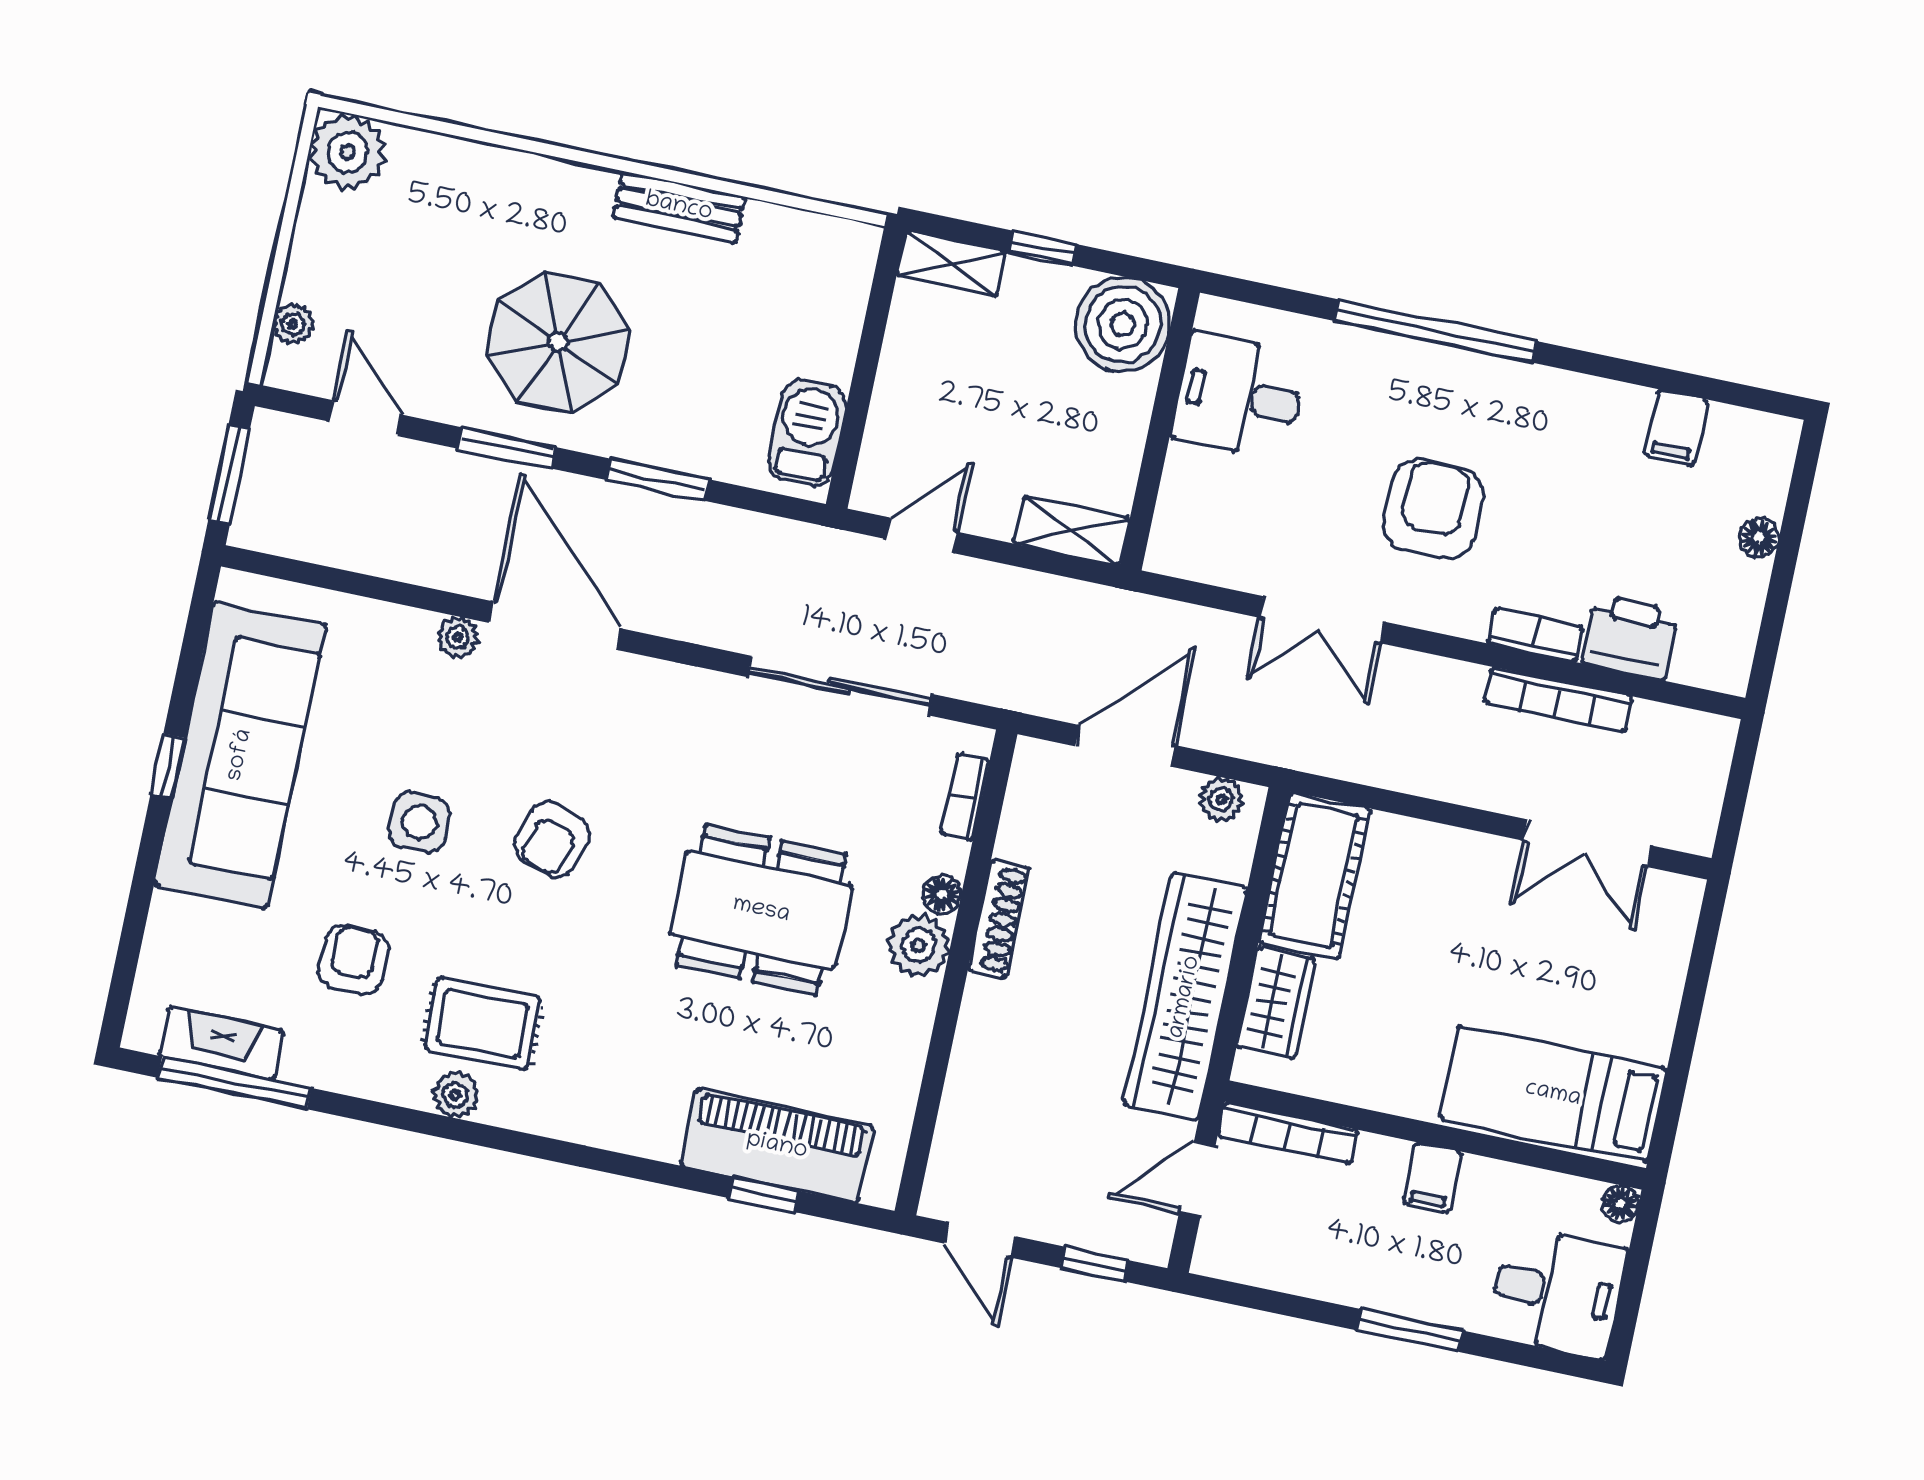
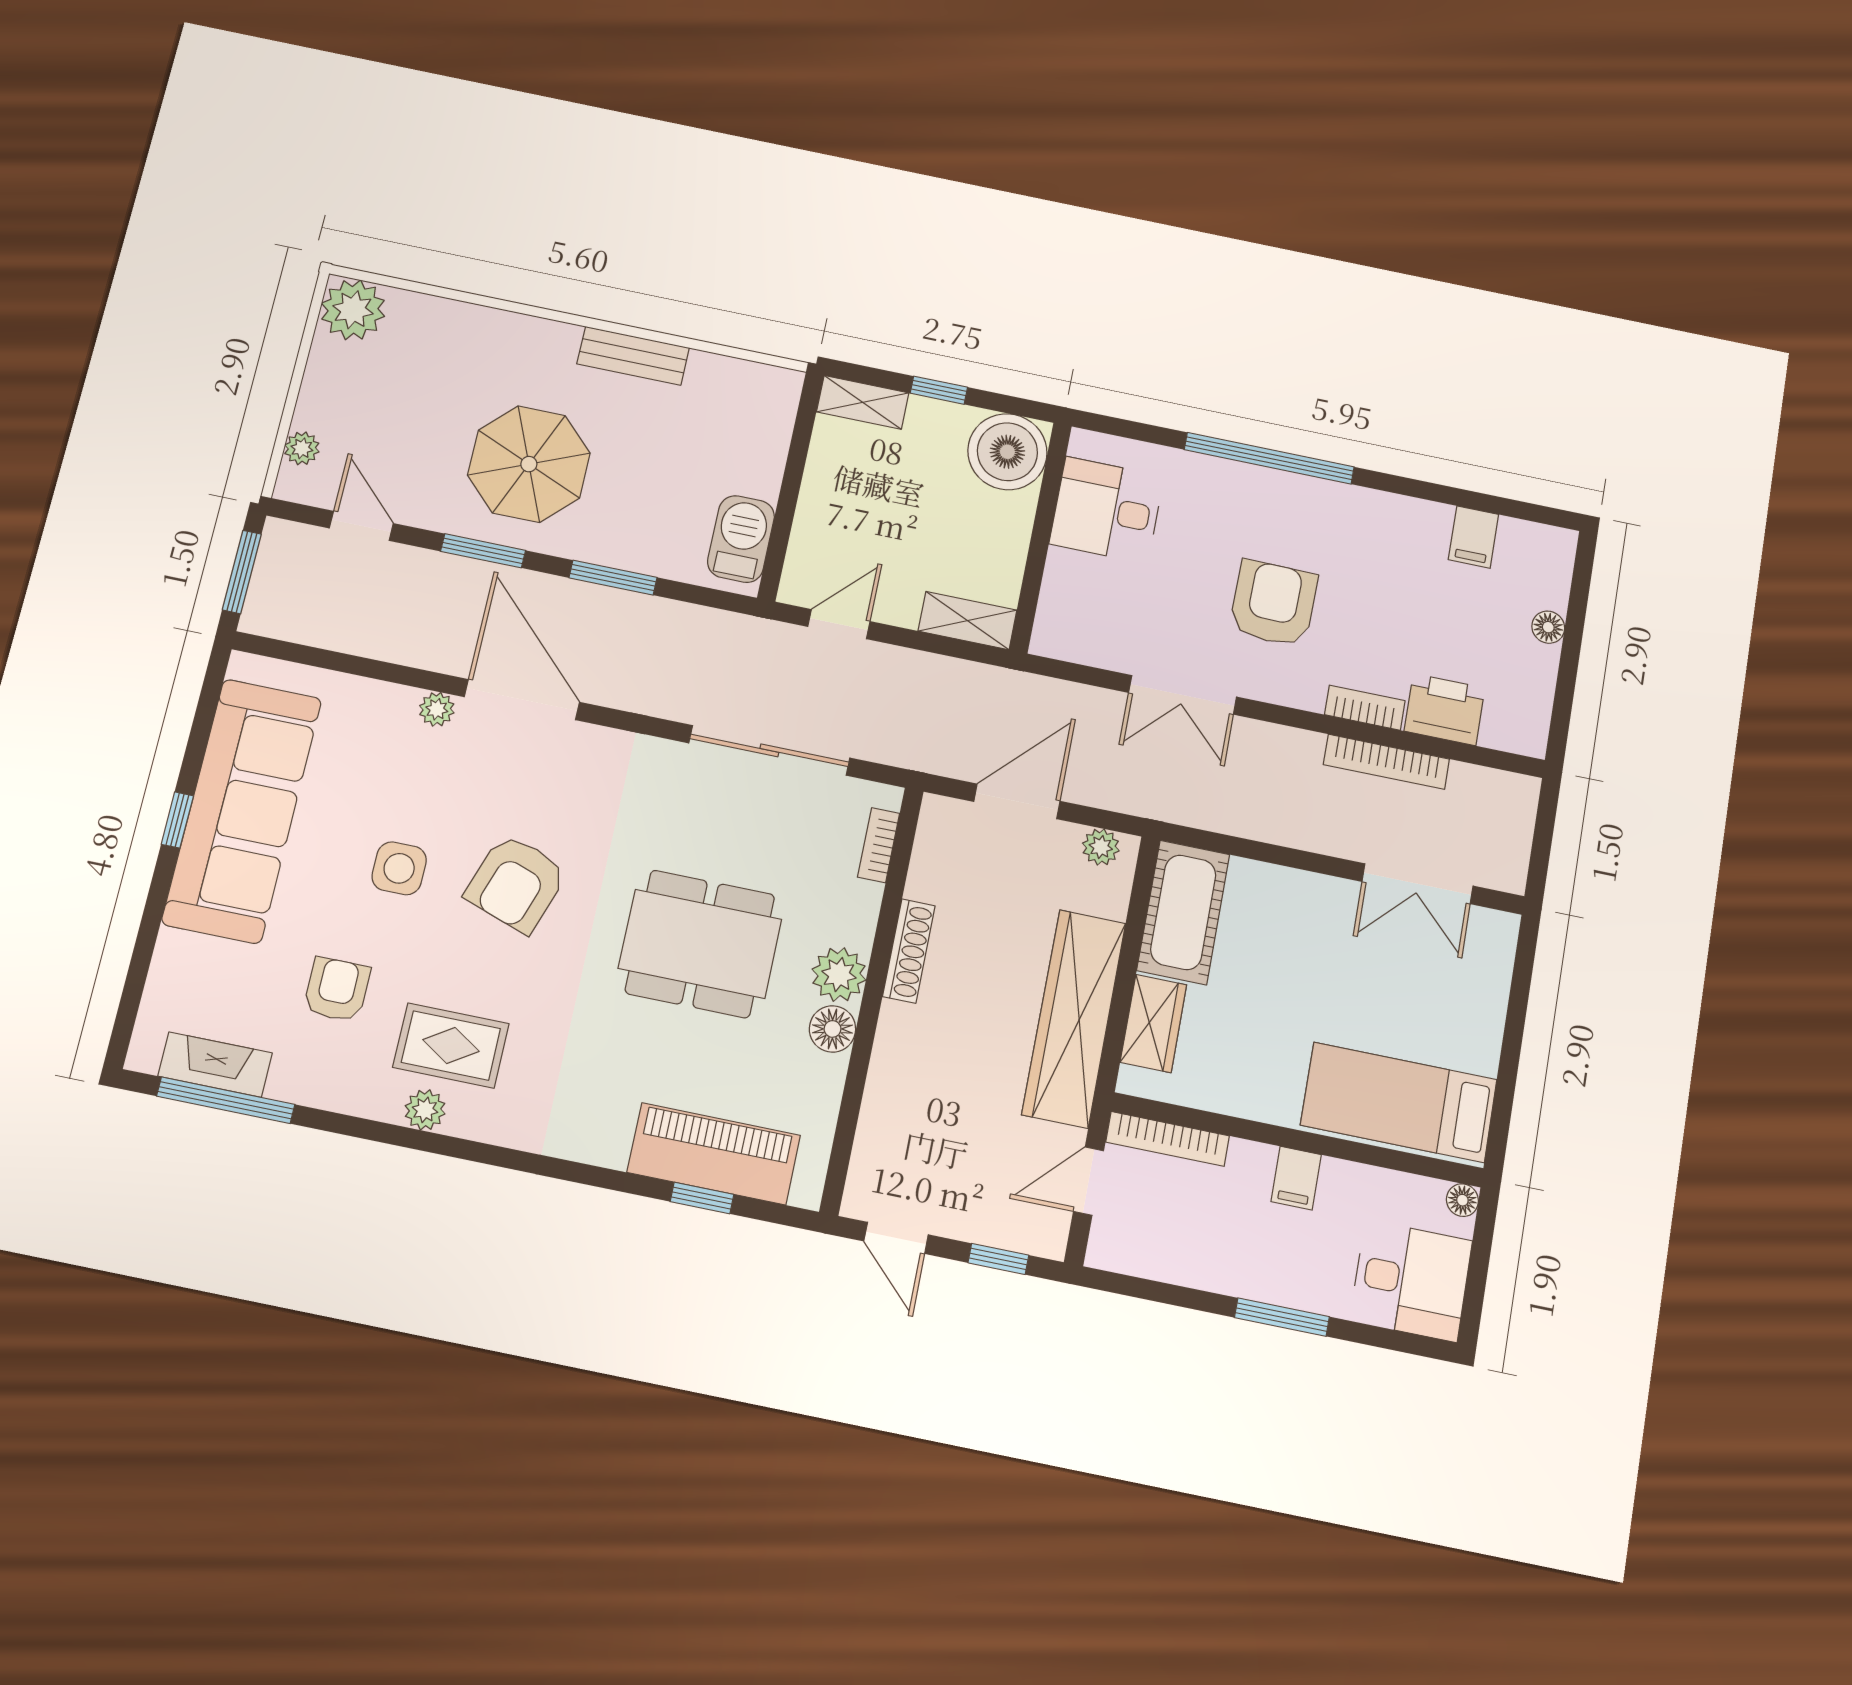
armchair: (552, 840) -> (516, 883), width x1.38, depth x1.38
floor lamp: (942, 894) -> (832, 1029), moved, width x1.37, depth x1.37

